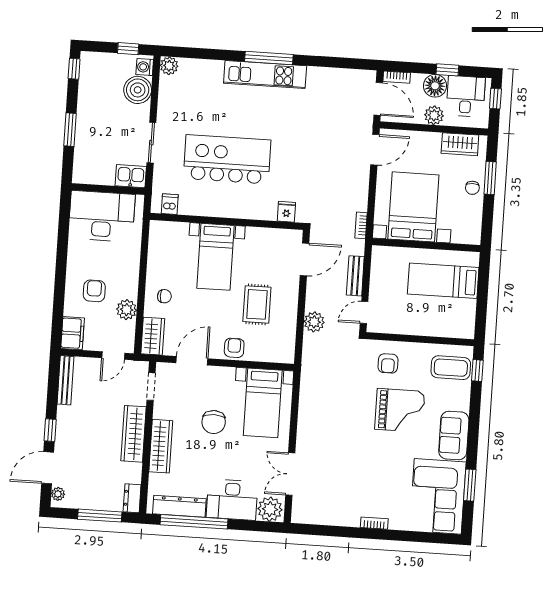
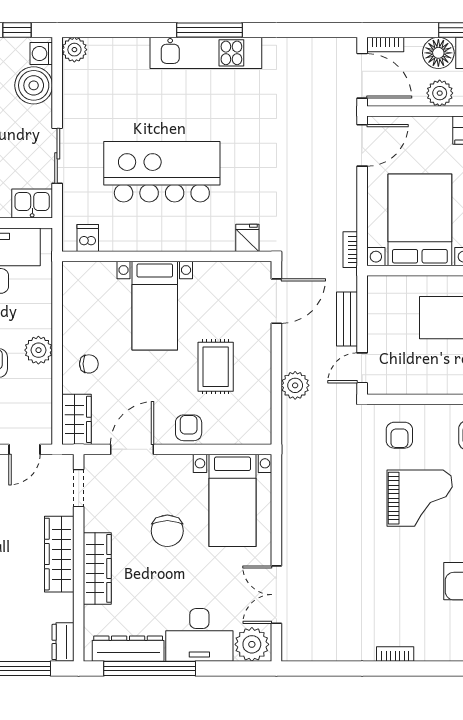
plant: (127, 310) -> (38, 350), moved

